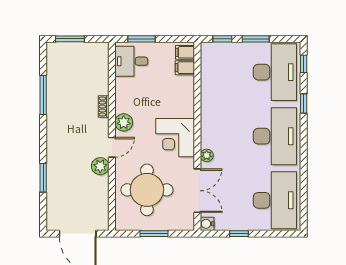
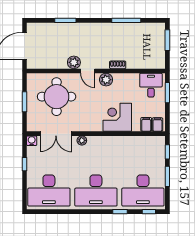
corner desk: (175, 138) -> (117, 117), moved

